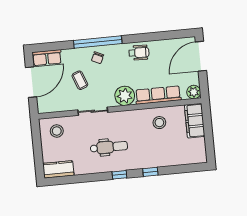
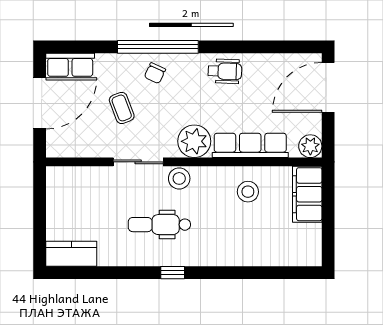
stool: (57, 131) -> (179, 178), moved
dental chair: (109, 147) -> (159, 225), turned 180
window: (150, 172) -> (225, 273), removed

